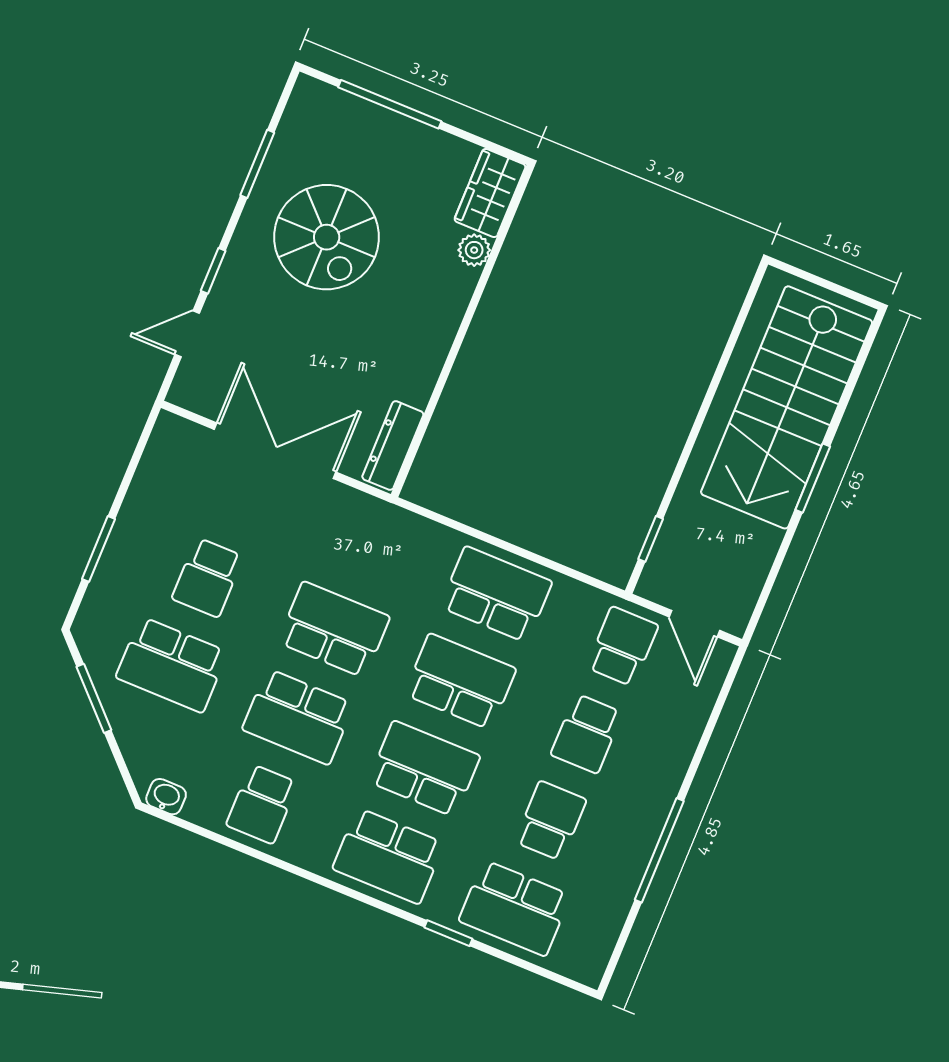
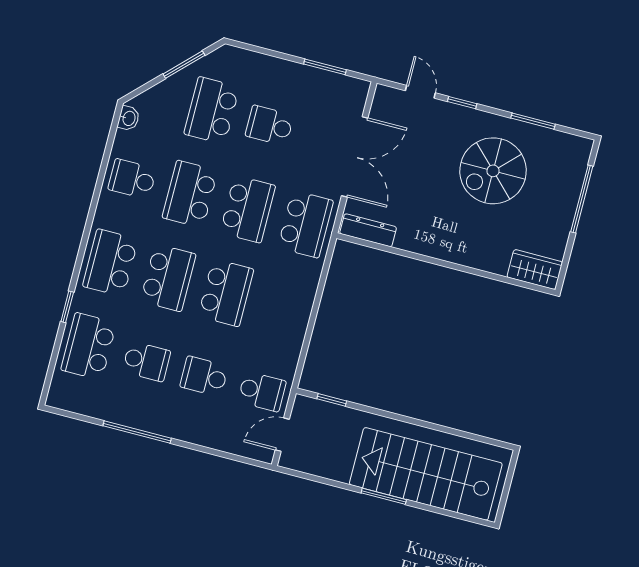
plant: (474, 250) -> (498, 264), removed
window: (98, 549) -> (325, 67), moved
school desk: (496, 594) -> (305, 224), moved

